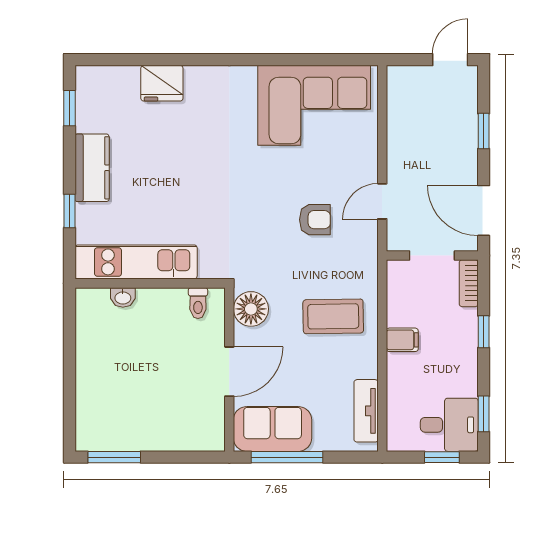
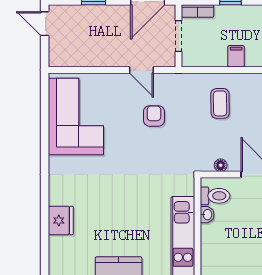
washbasin: (123, 297) -> (207, 215), moved
toilet: (198, 303) -> (215, 196), width x1.37, depth x1.39
floor lamp: (251, 309) -> (221, 165), width x0.53, depth x0.53
coffee table: (333, 316) -> (220, 103), width x0.73, depth x0.77

